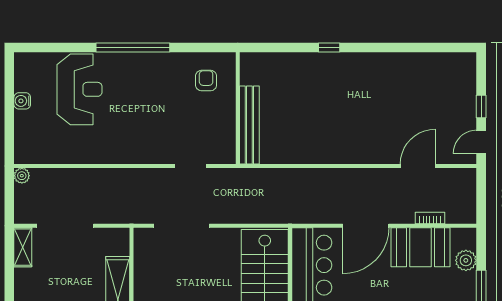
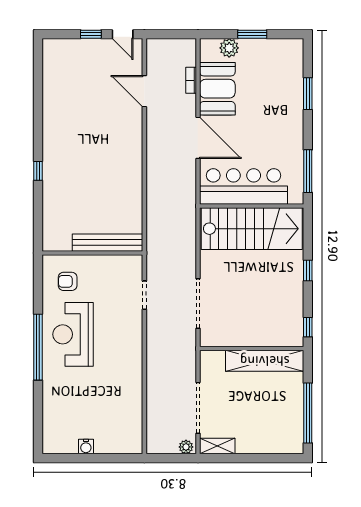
reception desk: (79, 89) -> (73, 334), moved, turned -90
plant: (22, 176) -> (186, 447), moved

